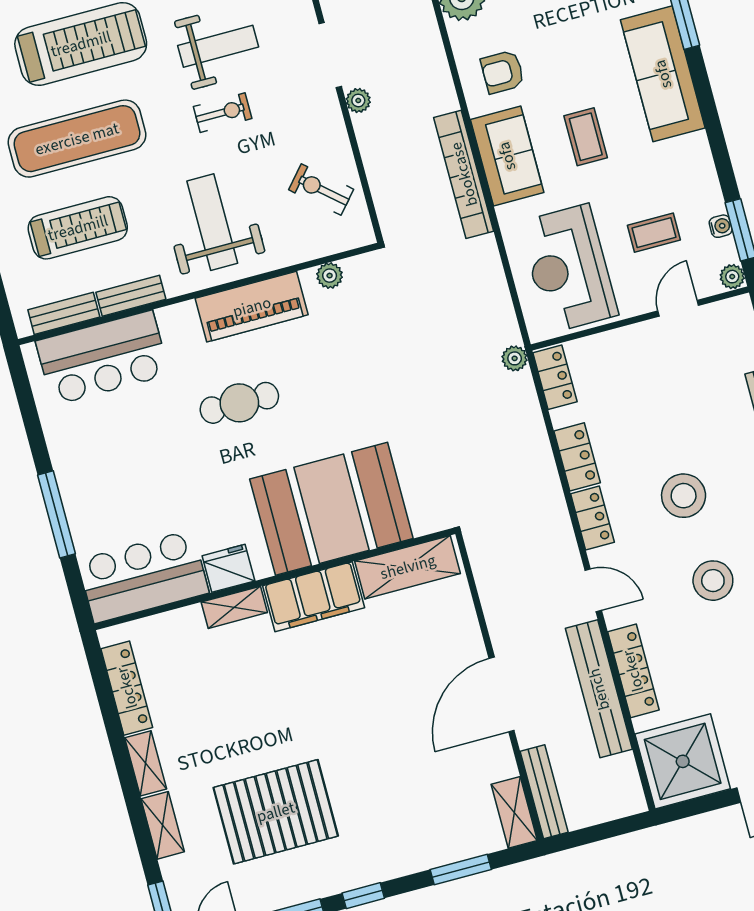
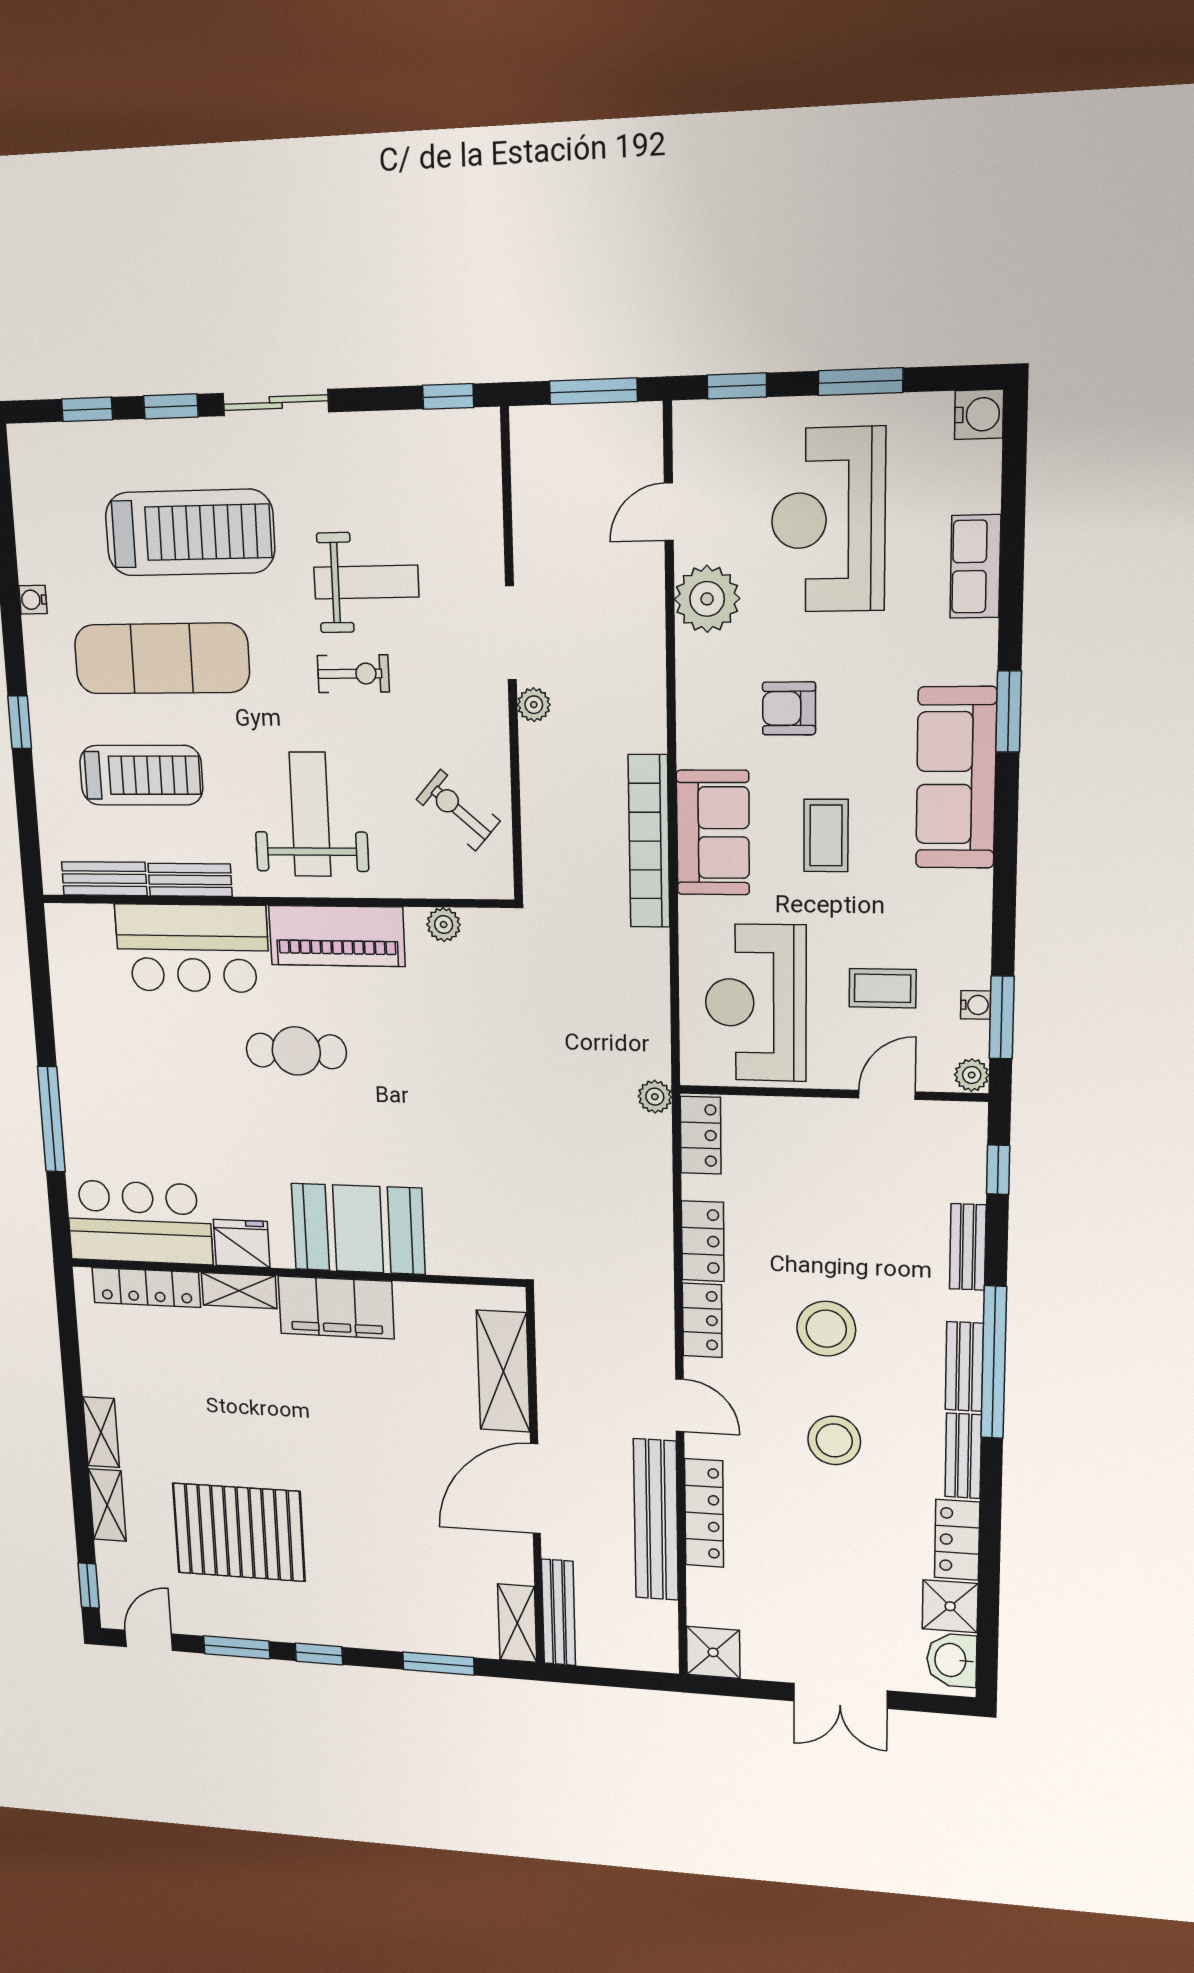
armchair: (503, 72) -> (789, 708), moved
bar counter: (103, 358) -> (192, 948), moved
booth: (331, 509) -> (358, 1229), width x0.73, depth x0.70
shelving: (408, 567) -> (503, 1371), moved, turned 90
locker: (127, 688) -> (146, 1287), moved, turned 90
shower: (683, 761) -> (713, 1652), width x0.54, depth x0.54

